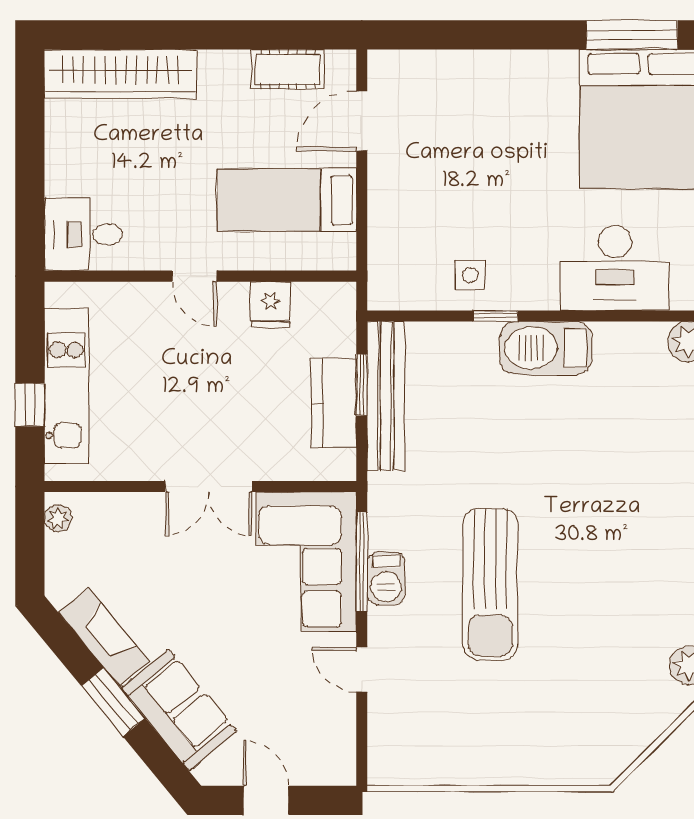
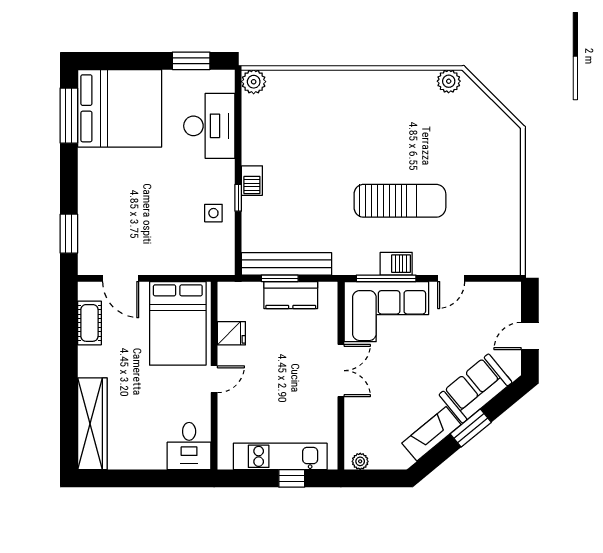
window: (436, 35) -> (69, 234), added
bed: (287, 200) -> (178, 323), width x1.50
barbecue: (546, 348) -> (252, 181), width x0.53, depth x0.65

